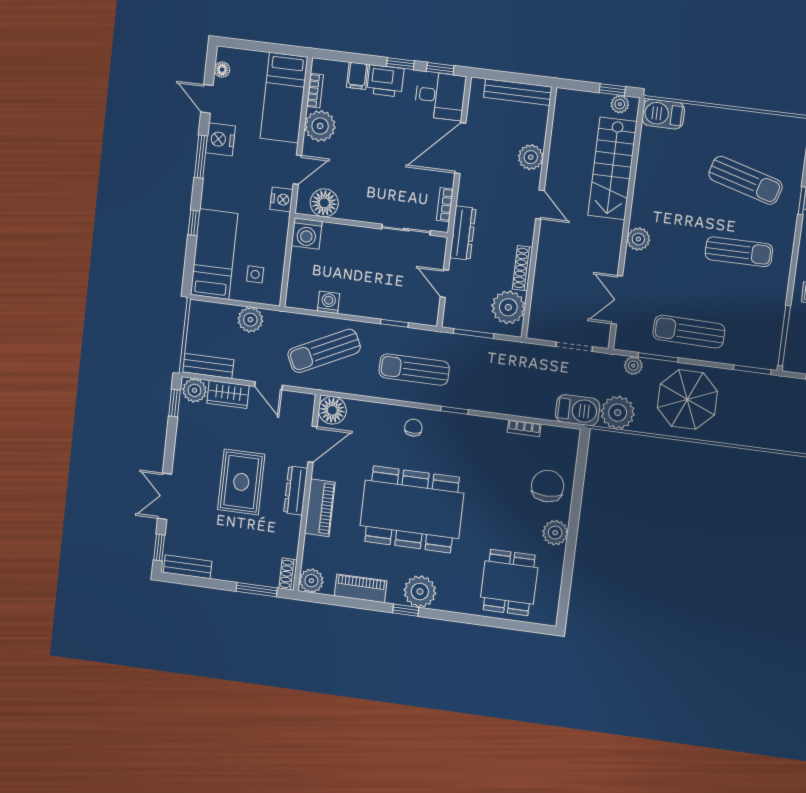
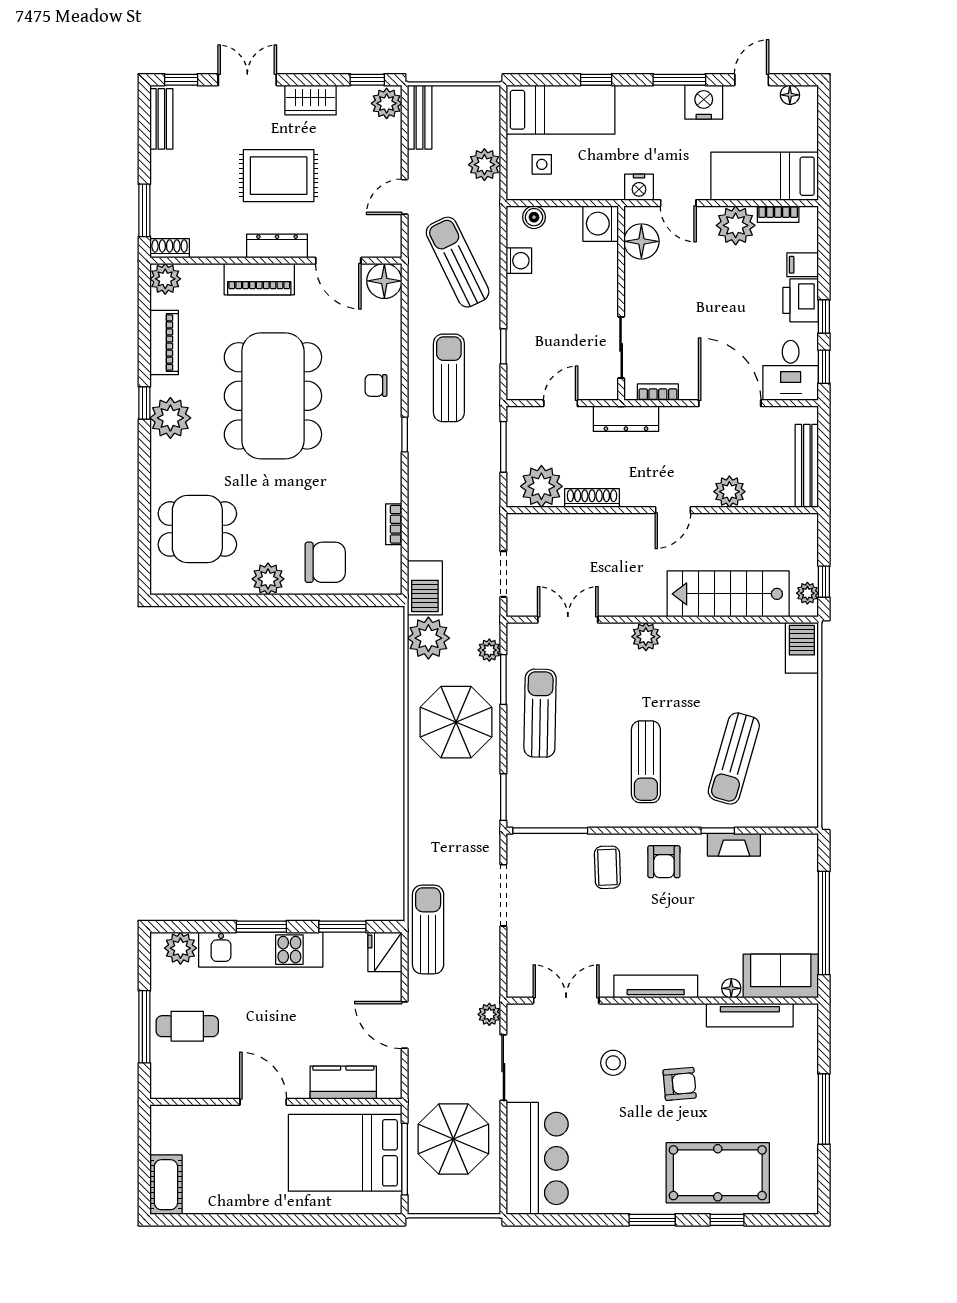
boiler: (296, 286) -> (534, 217), added
wardrobe: (228, 394) -> (311, 100), moved, turned -90
chair: (413, 428) -> (376, 385), turned 180

